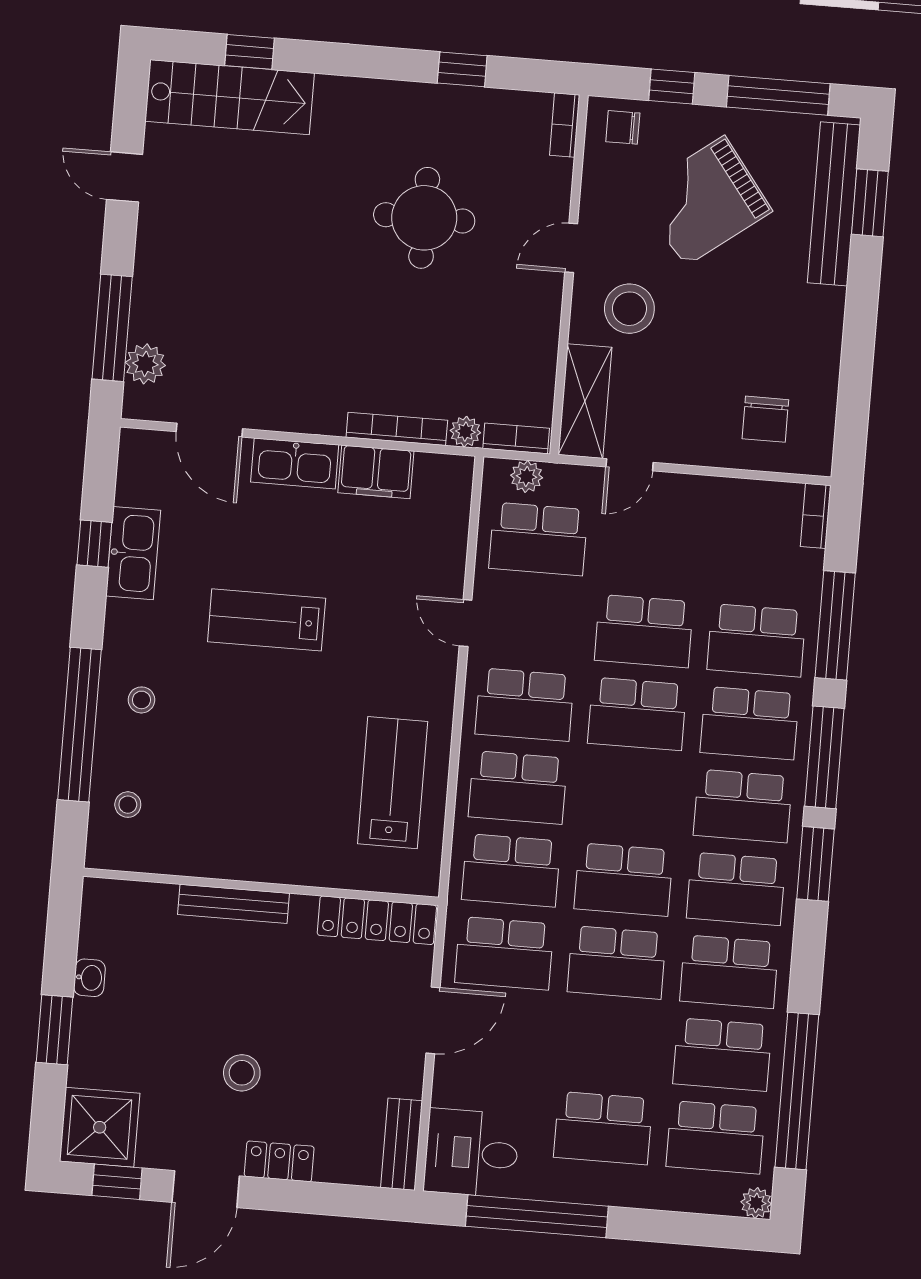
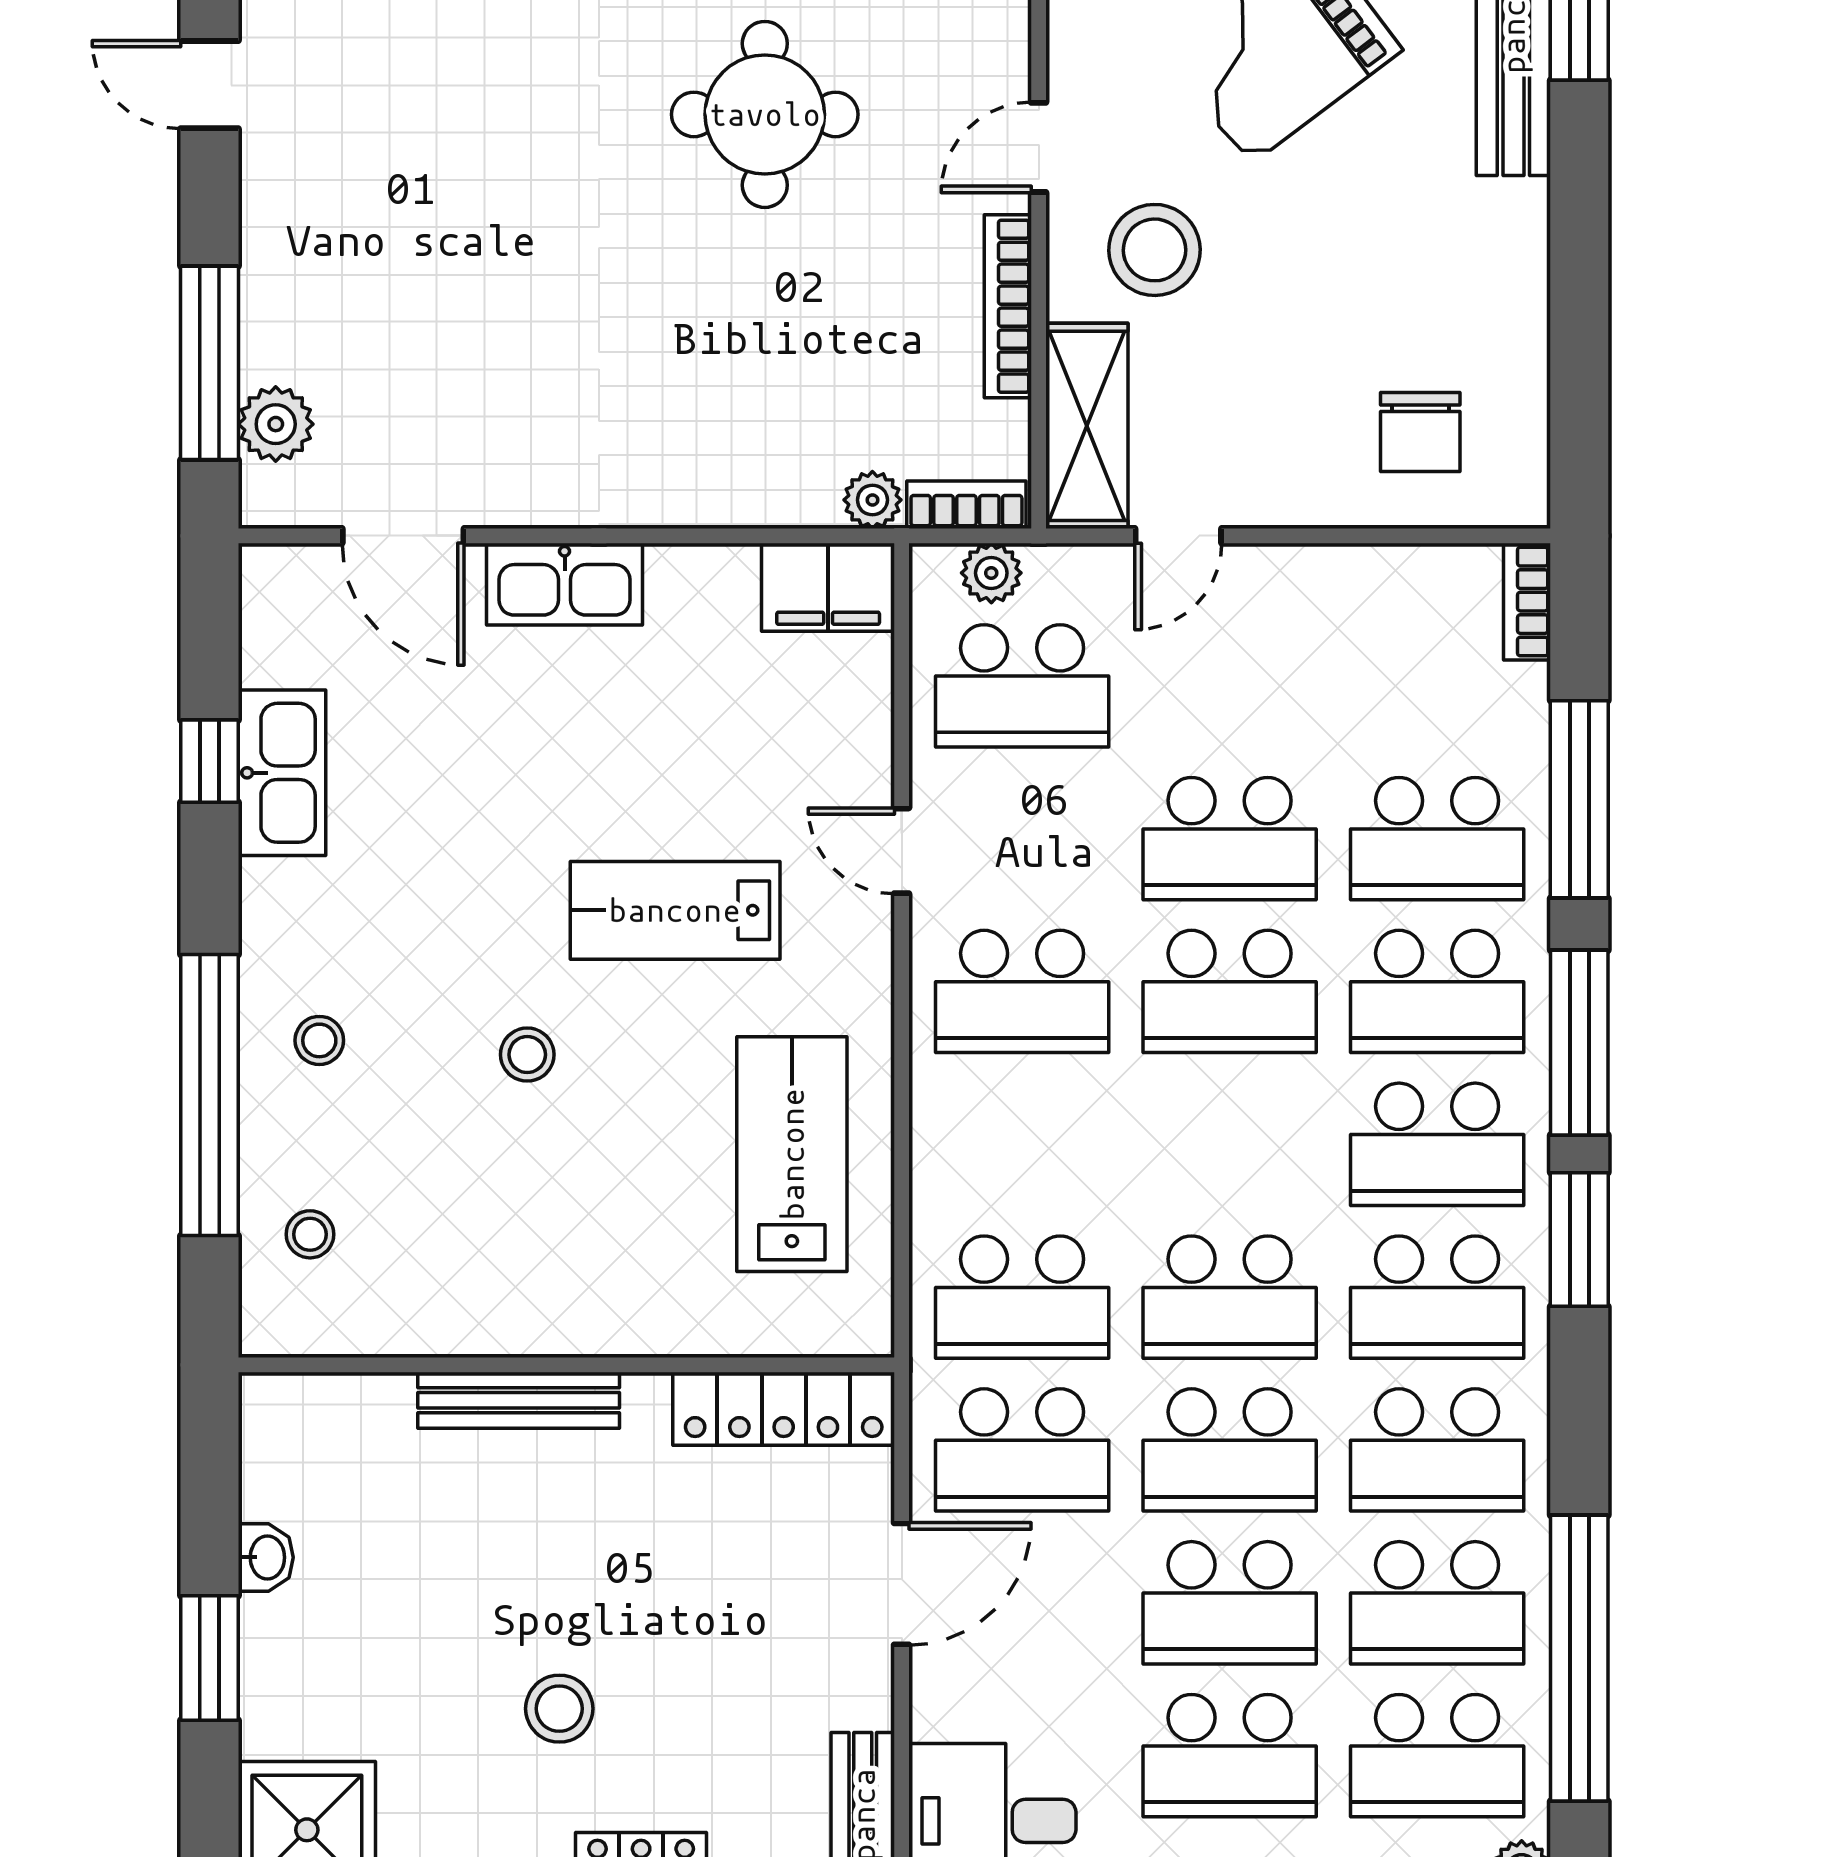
bookcase: (397, 429) -> (1008, 306), moved, turned -90
filing cabinet: (376, 472) -> (828, 587), moved
lab bench: (267, 620) -> (675, 910), moved
stool: (254, 717) -> (527, 1055), added
school desk: (518, 788) -> (1230, 1603), moved

